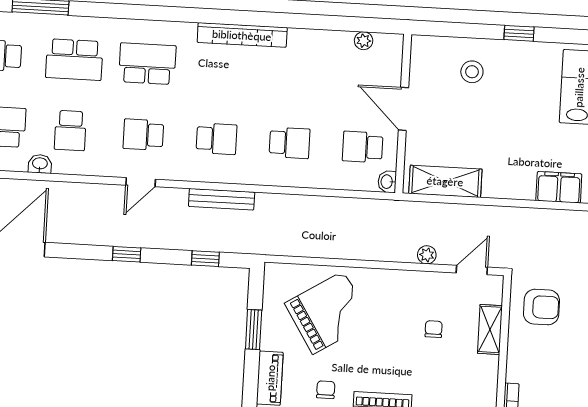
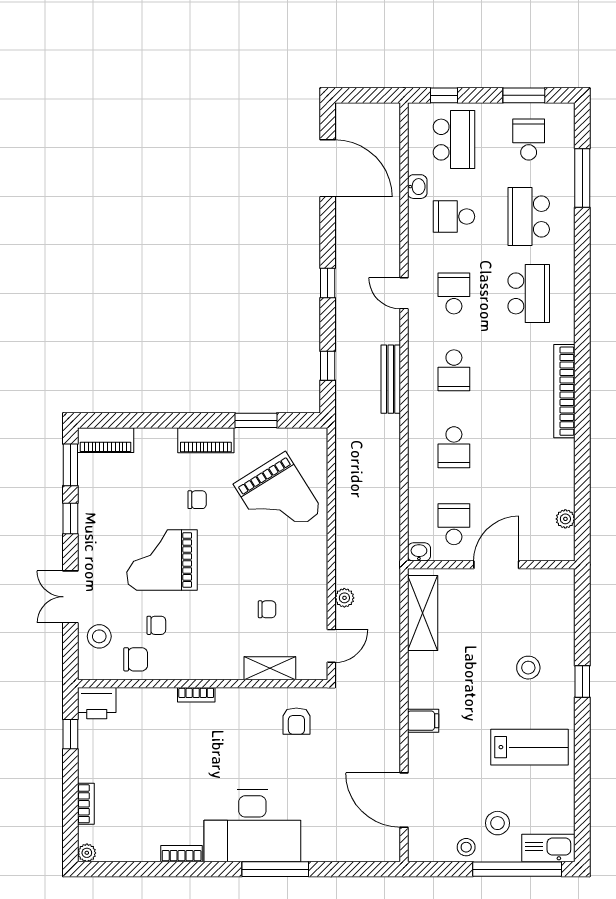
stool: (472, 72) -> (528, 668), moved
filing cabinet: (559, 187) -> (423, 721), width x0.50
door: (472, 270) -> (331, 646), hinge flipped
armchair: (541, 307) -> (296, 721), width x0.72, depth x0.72

